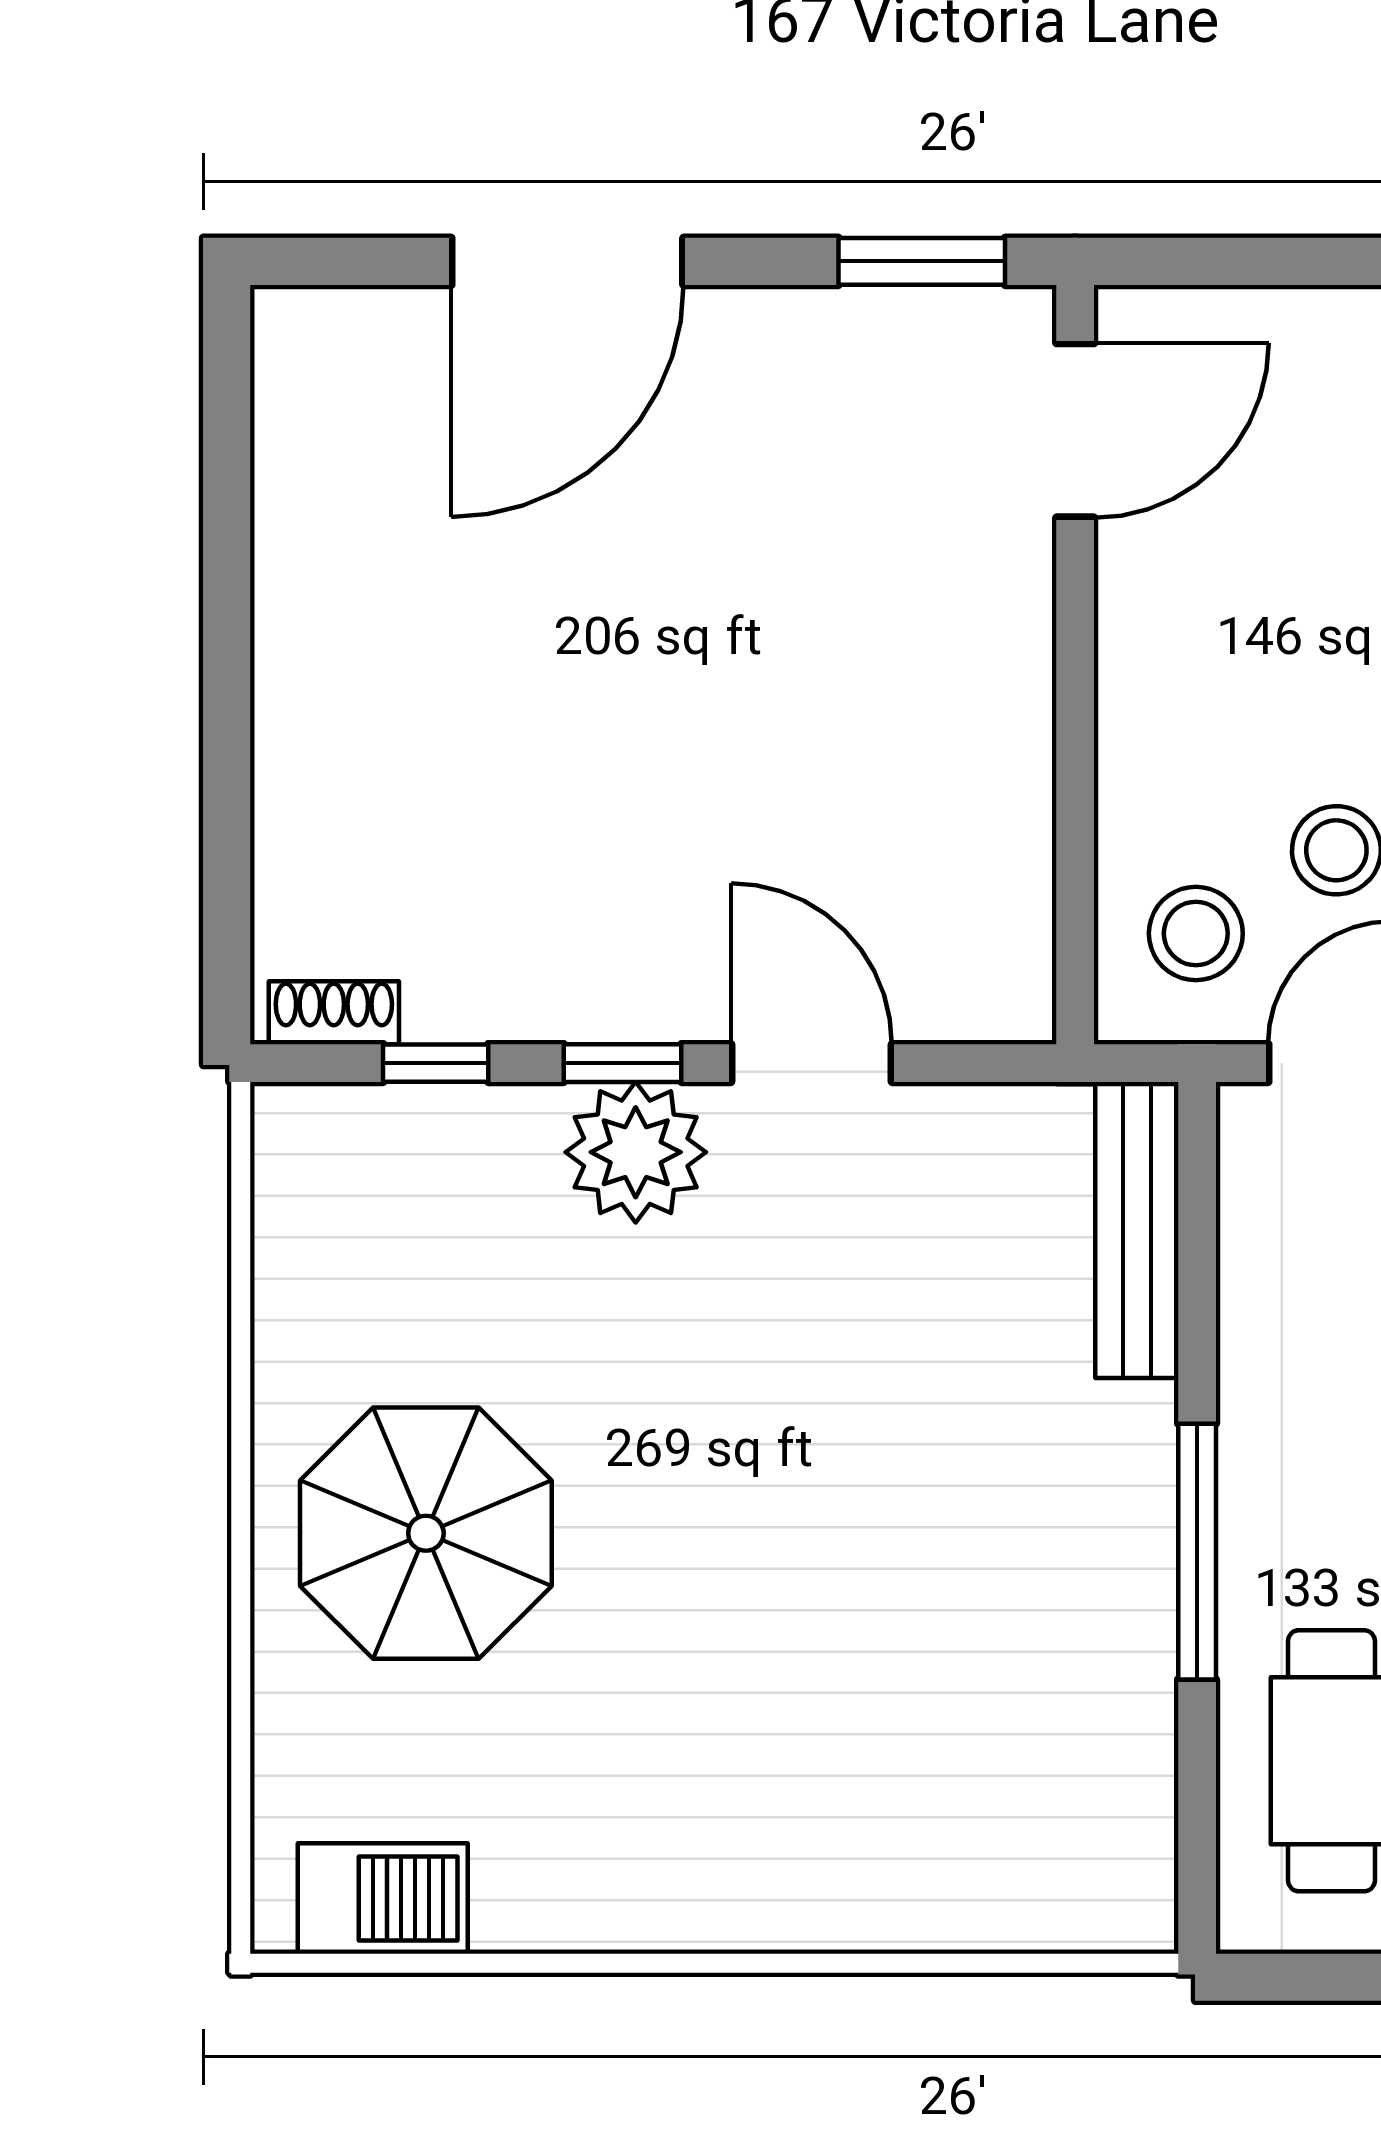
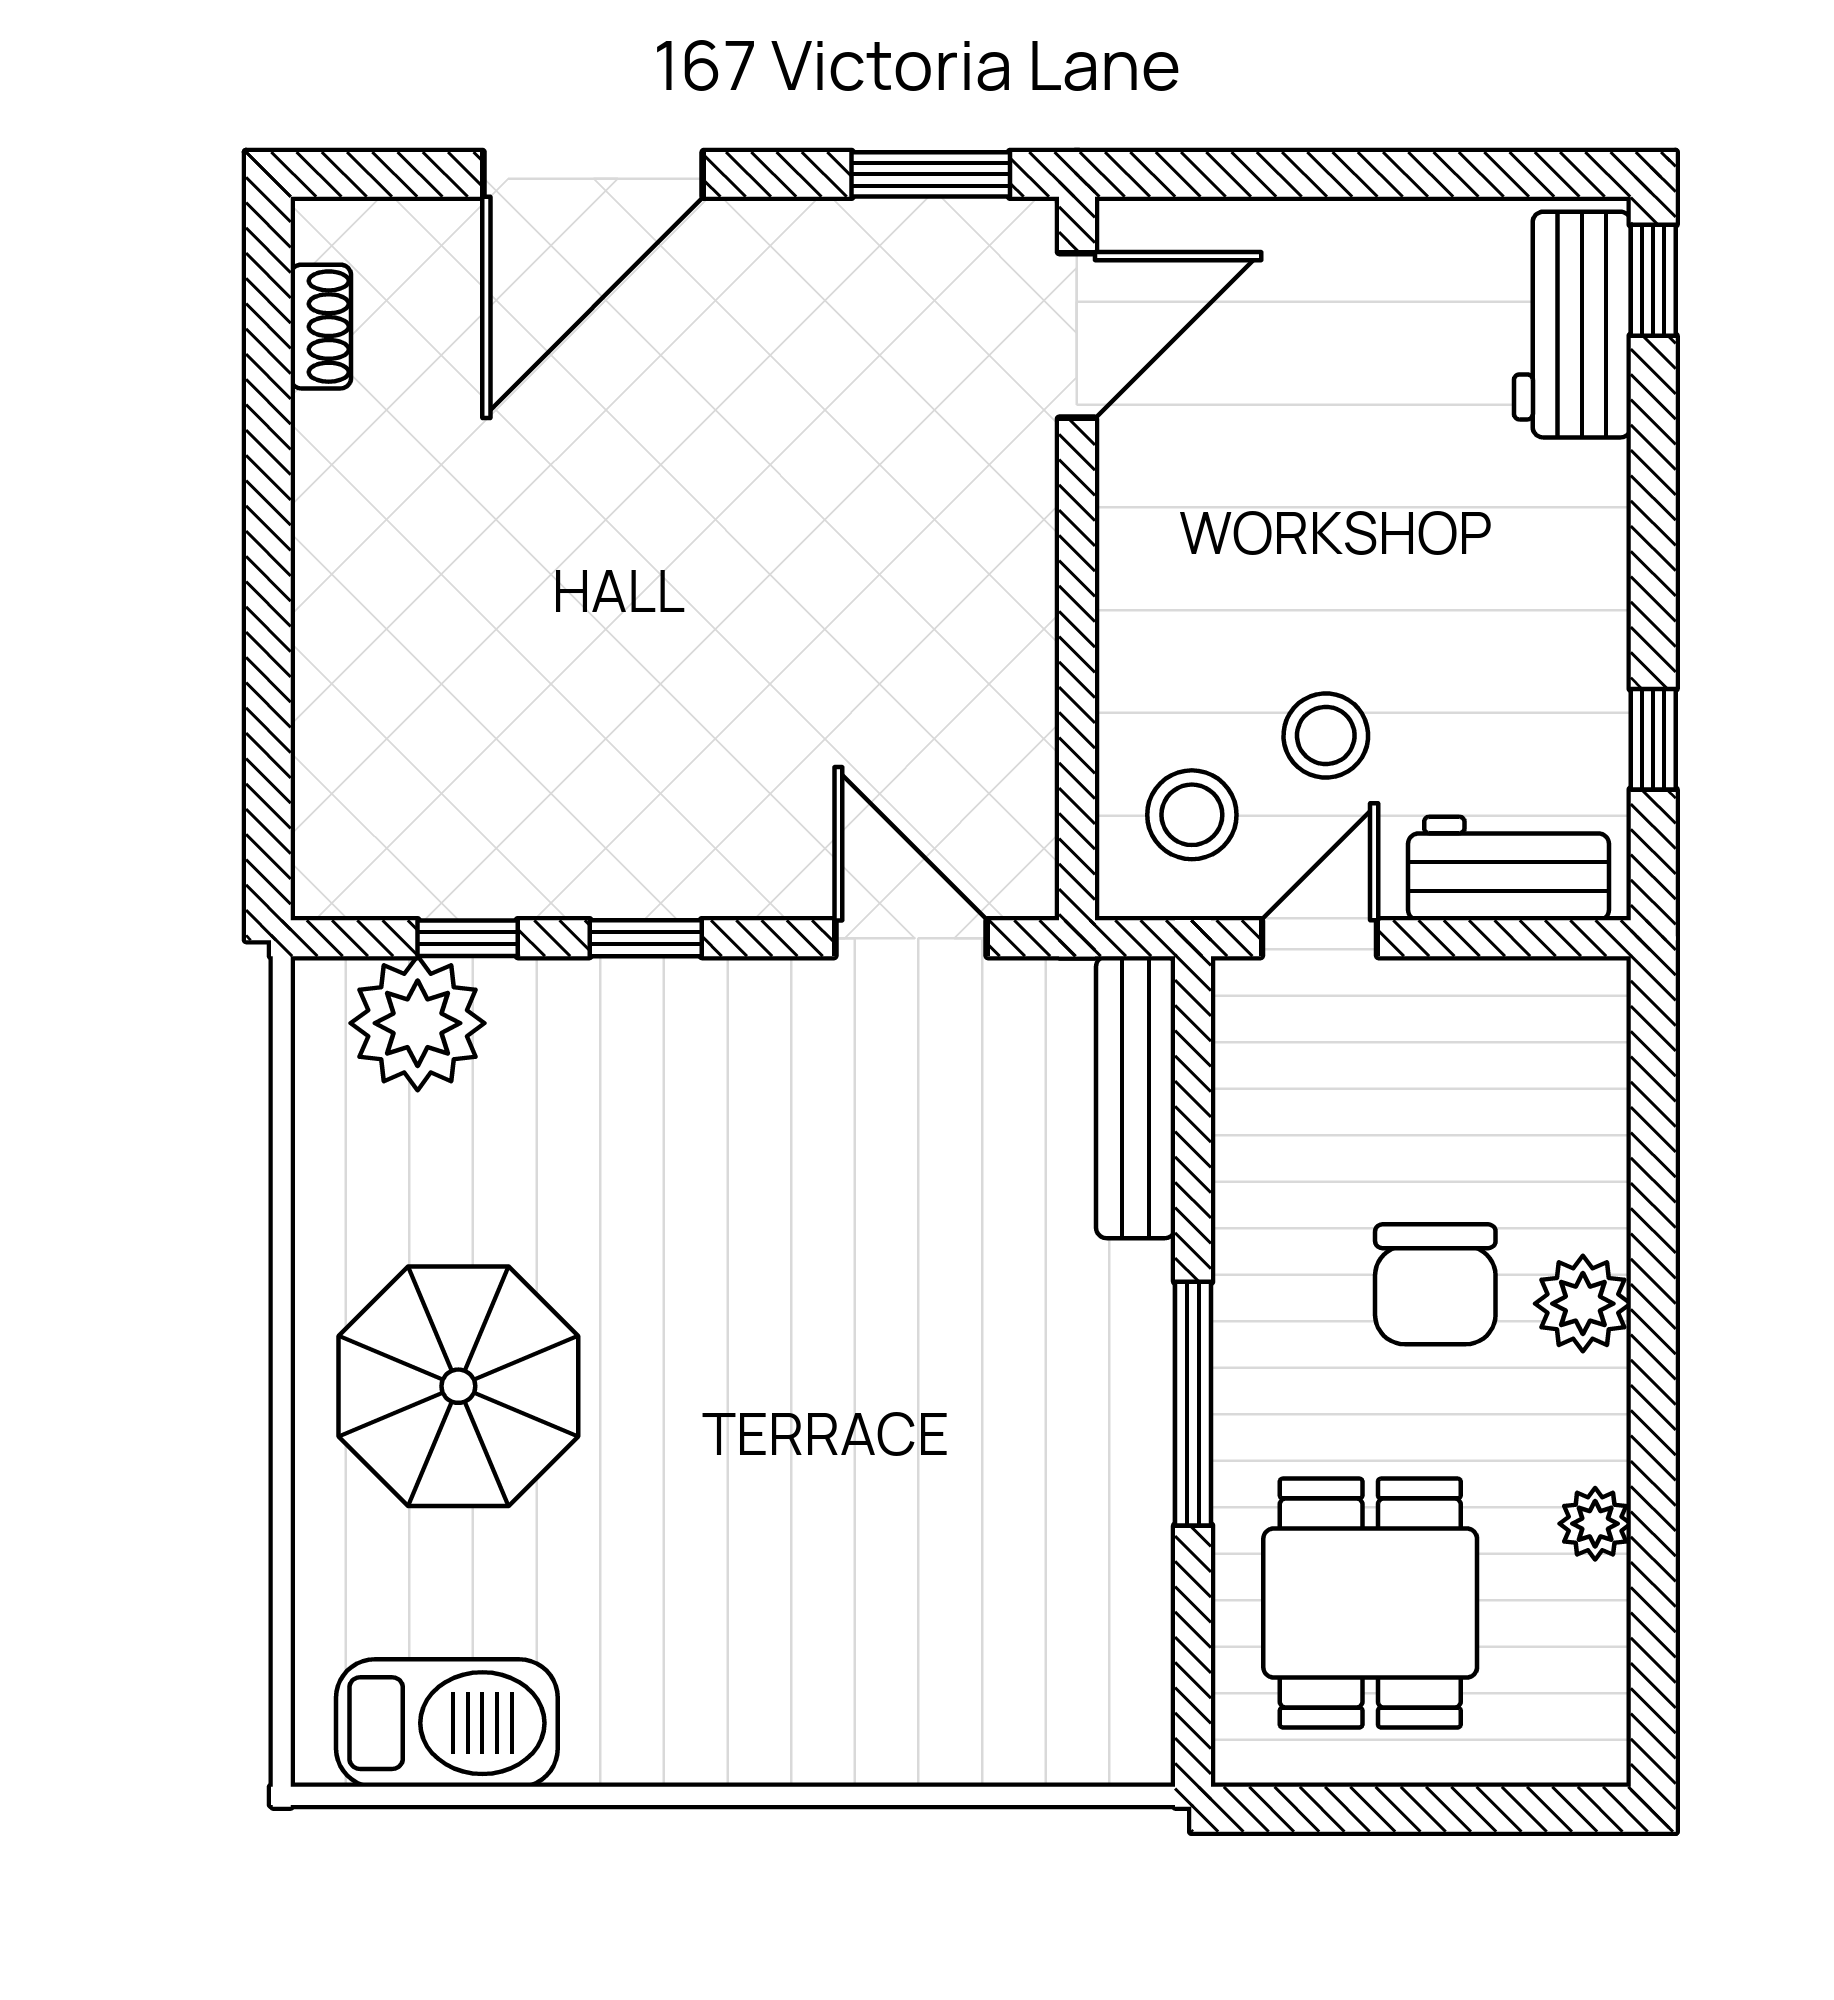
shoe rack: (334, 1013) -> (321, 327), moved, turned 90
door: (811, 1063) -> (911, 938), moved
plant: (636, 1152) -> (418, 1023), moved
barbecue: (383, 1898) -> (447, 1723), width x1.37, depth x1.21

